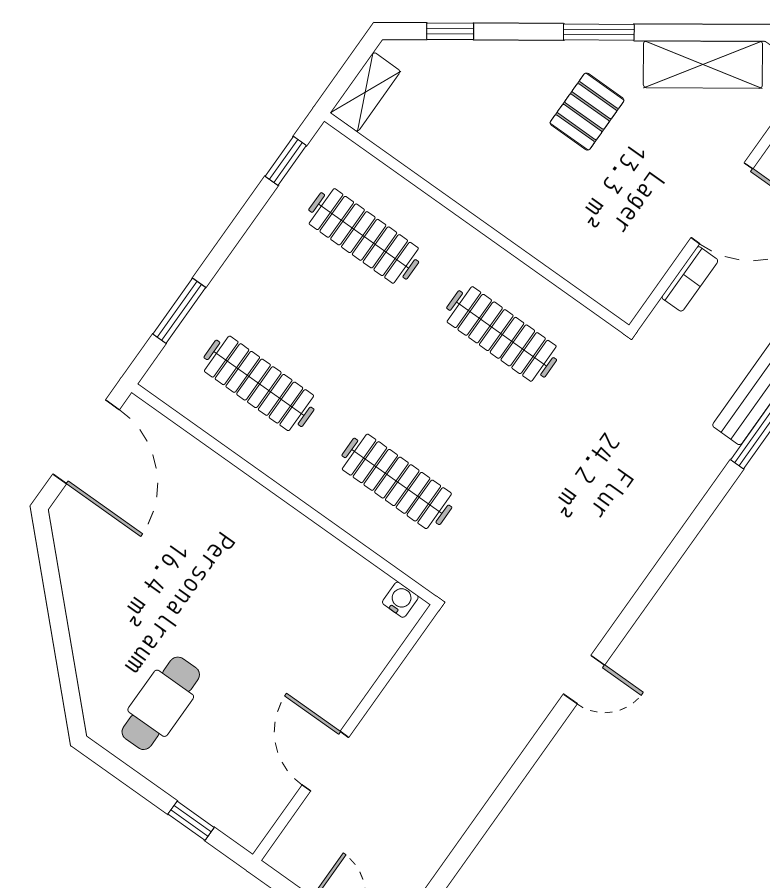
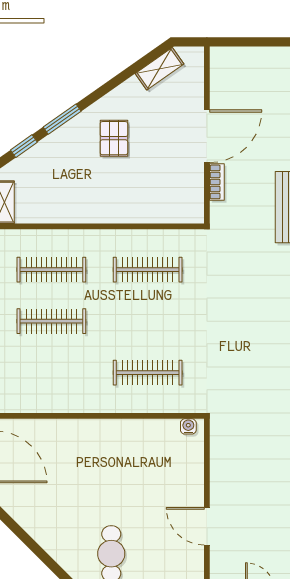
window: (599, 32) -> (62, 119), moved
shelving: (703, 64) -> (159, 69), width x0.67, depth x0.75
clothes rail: (259, 383) -> (51, 321), moved

